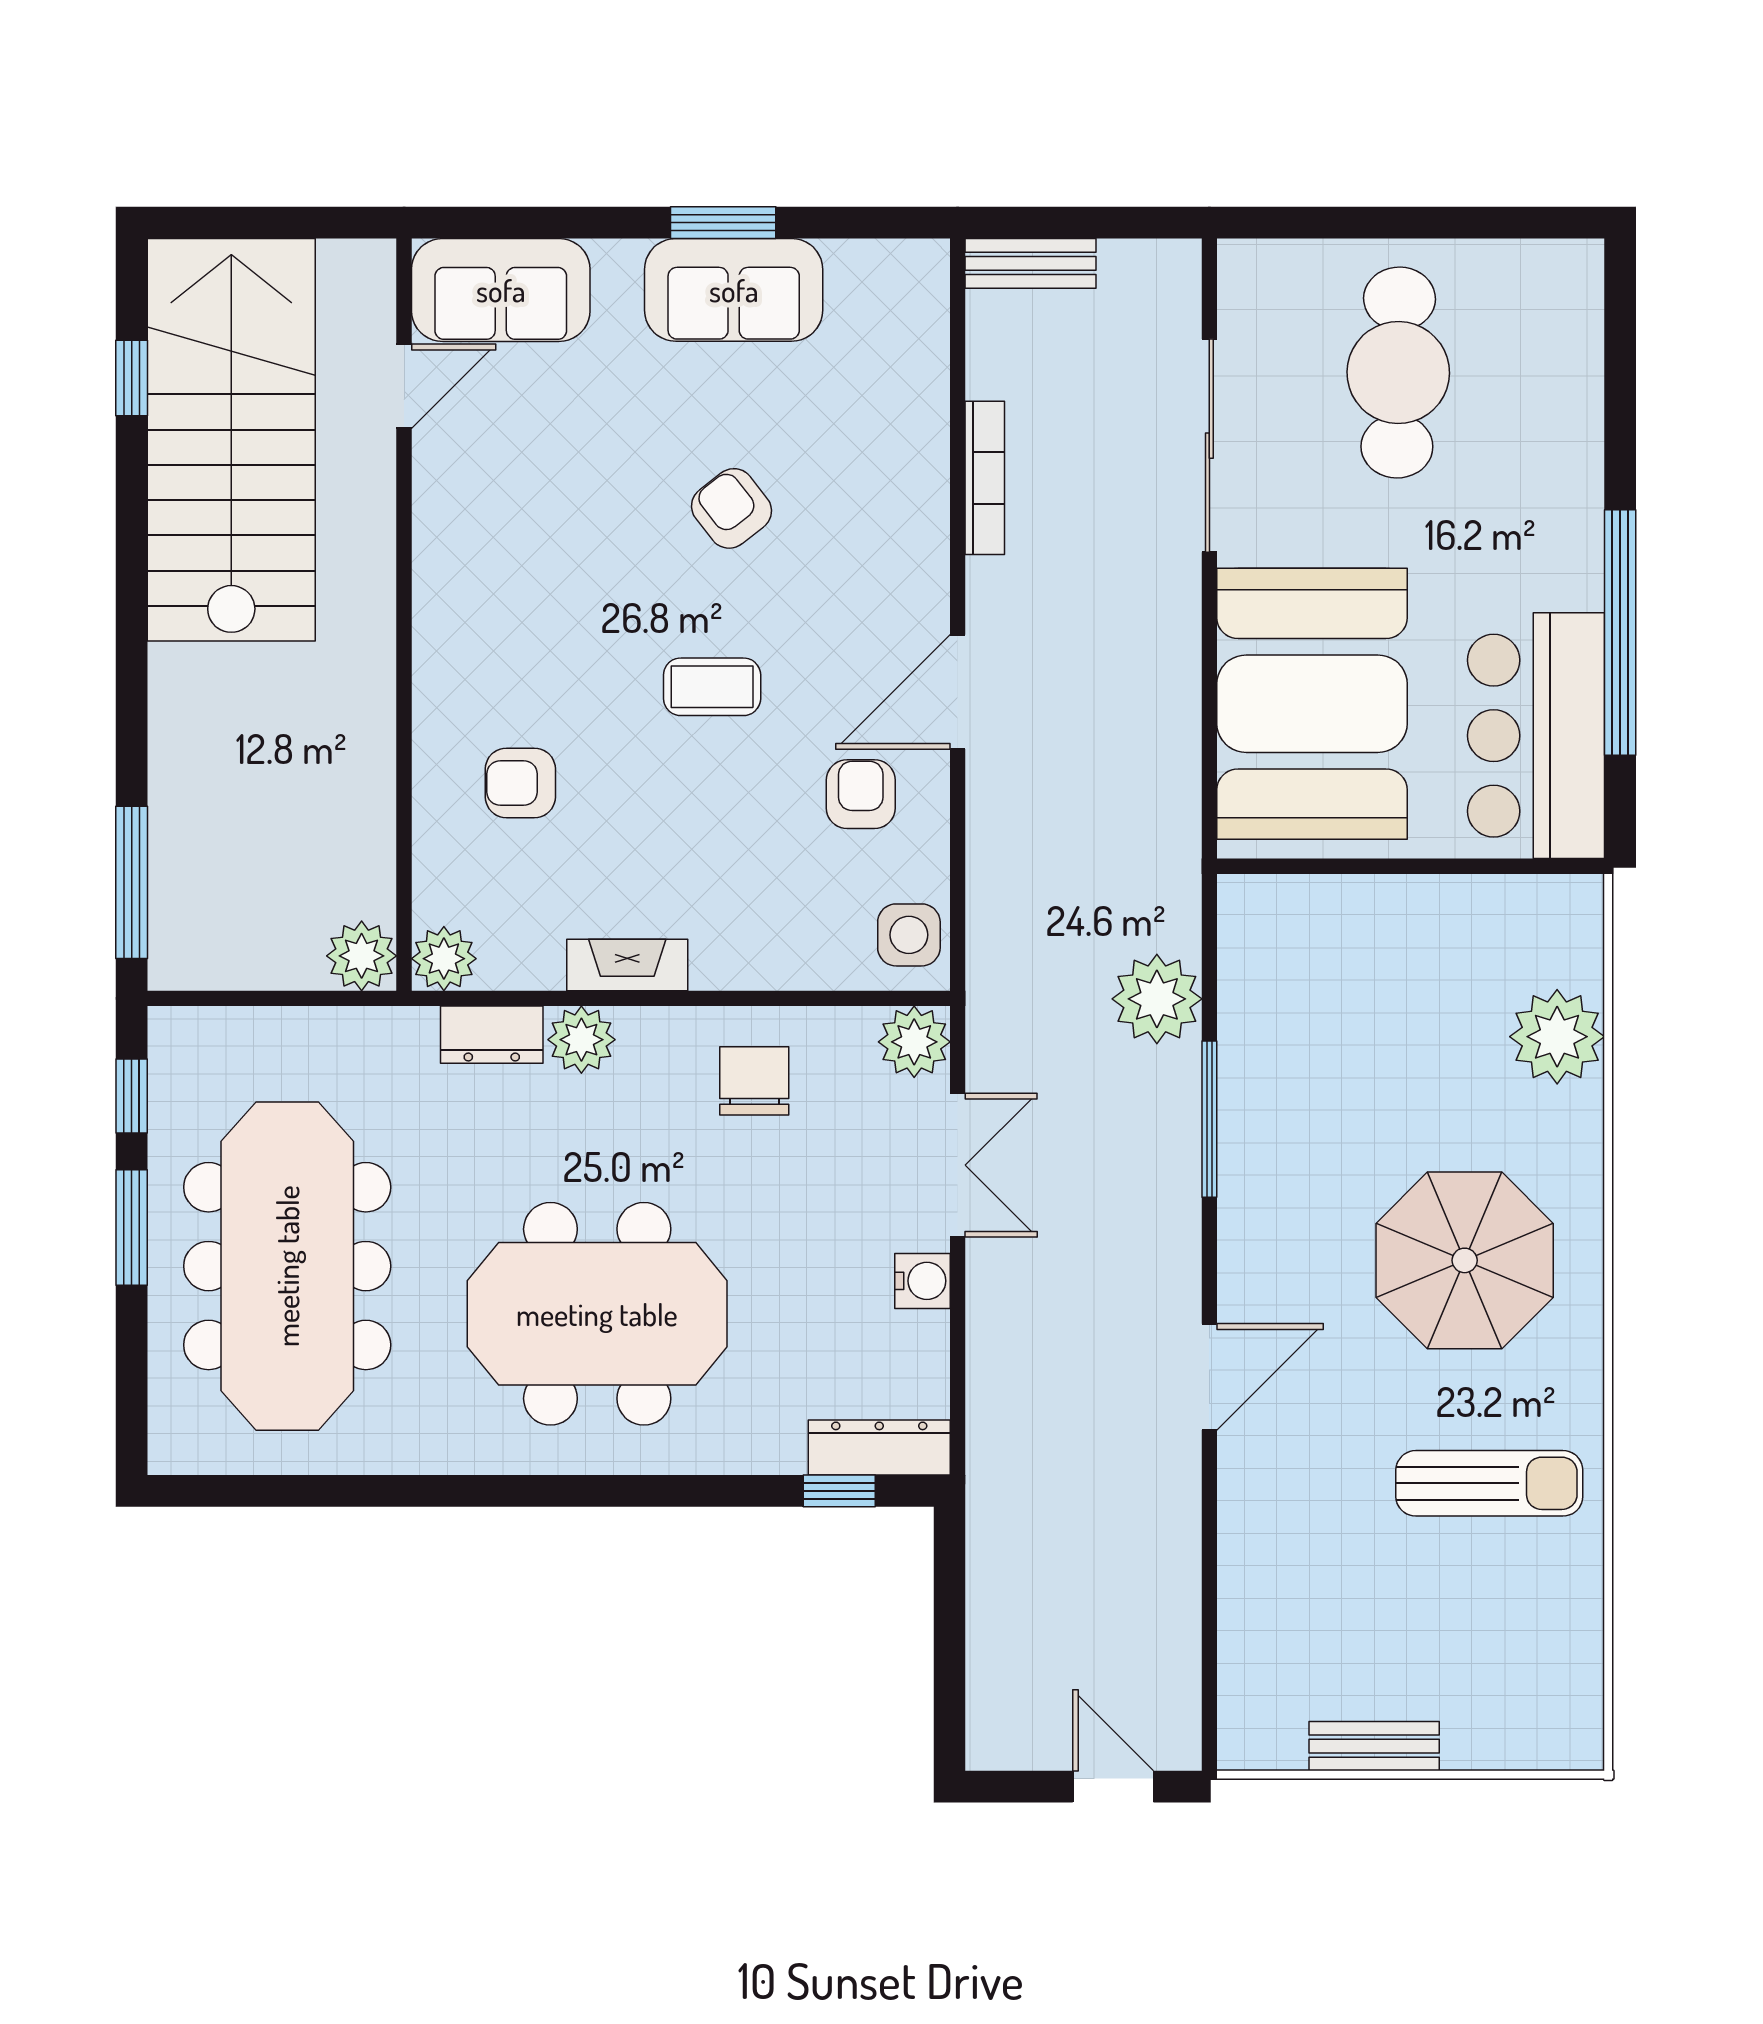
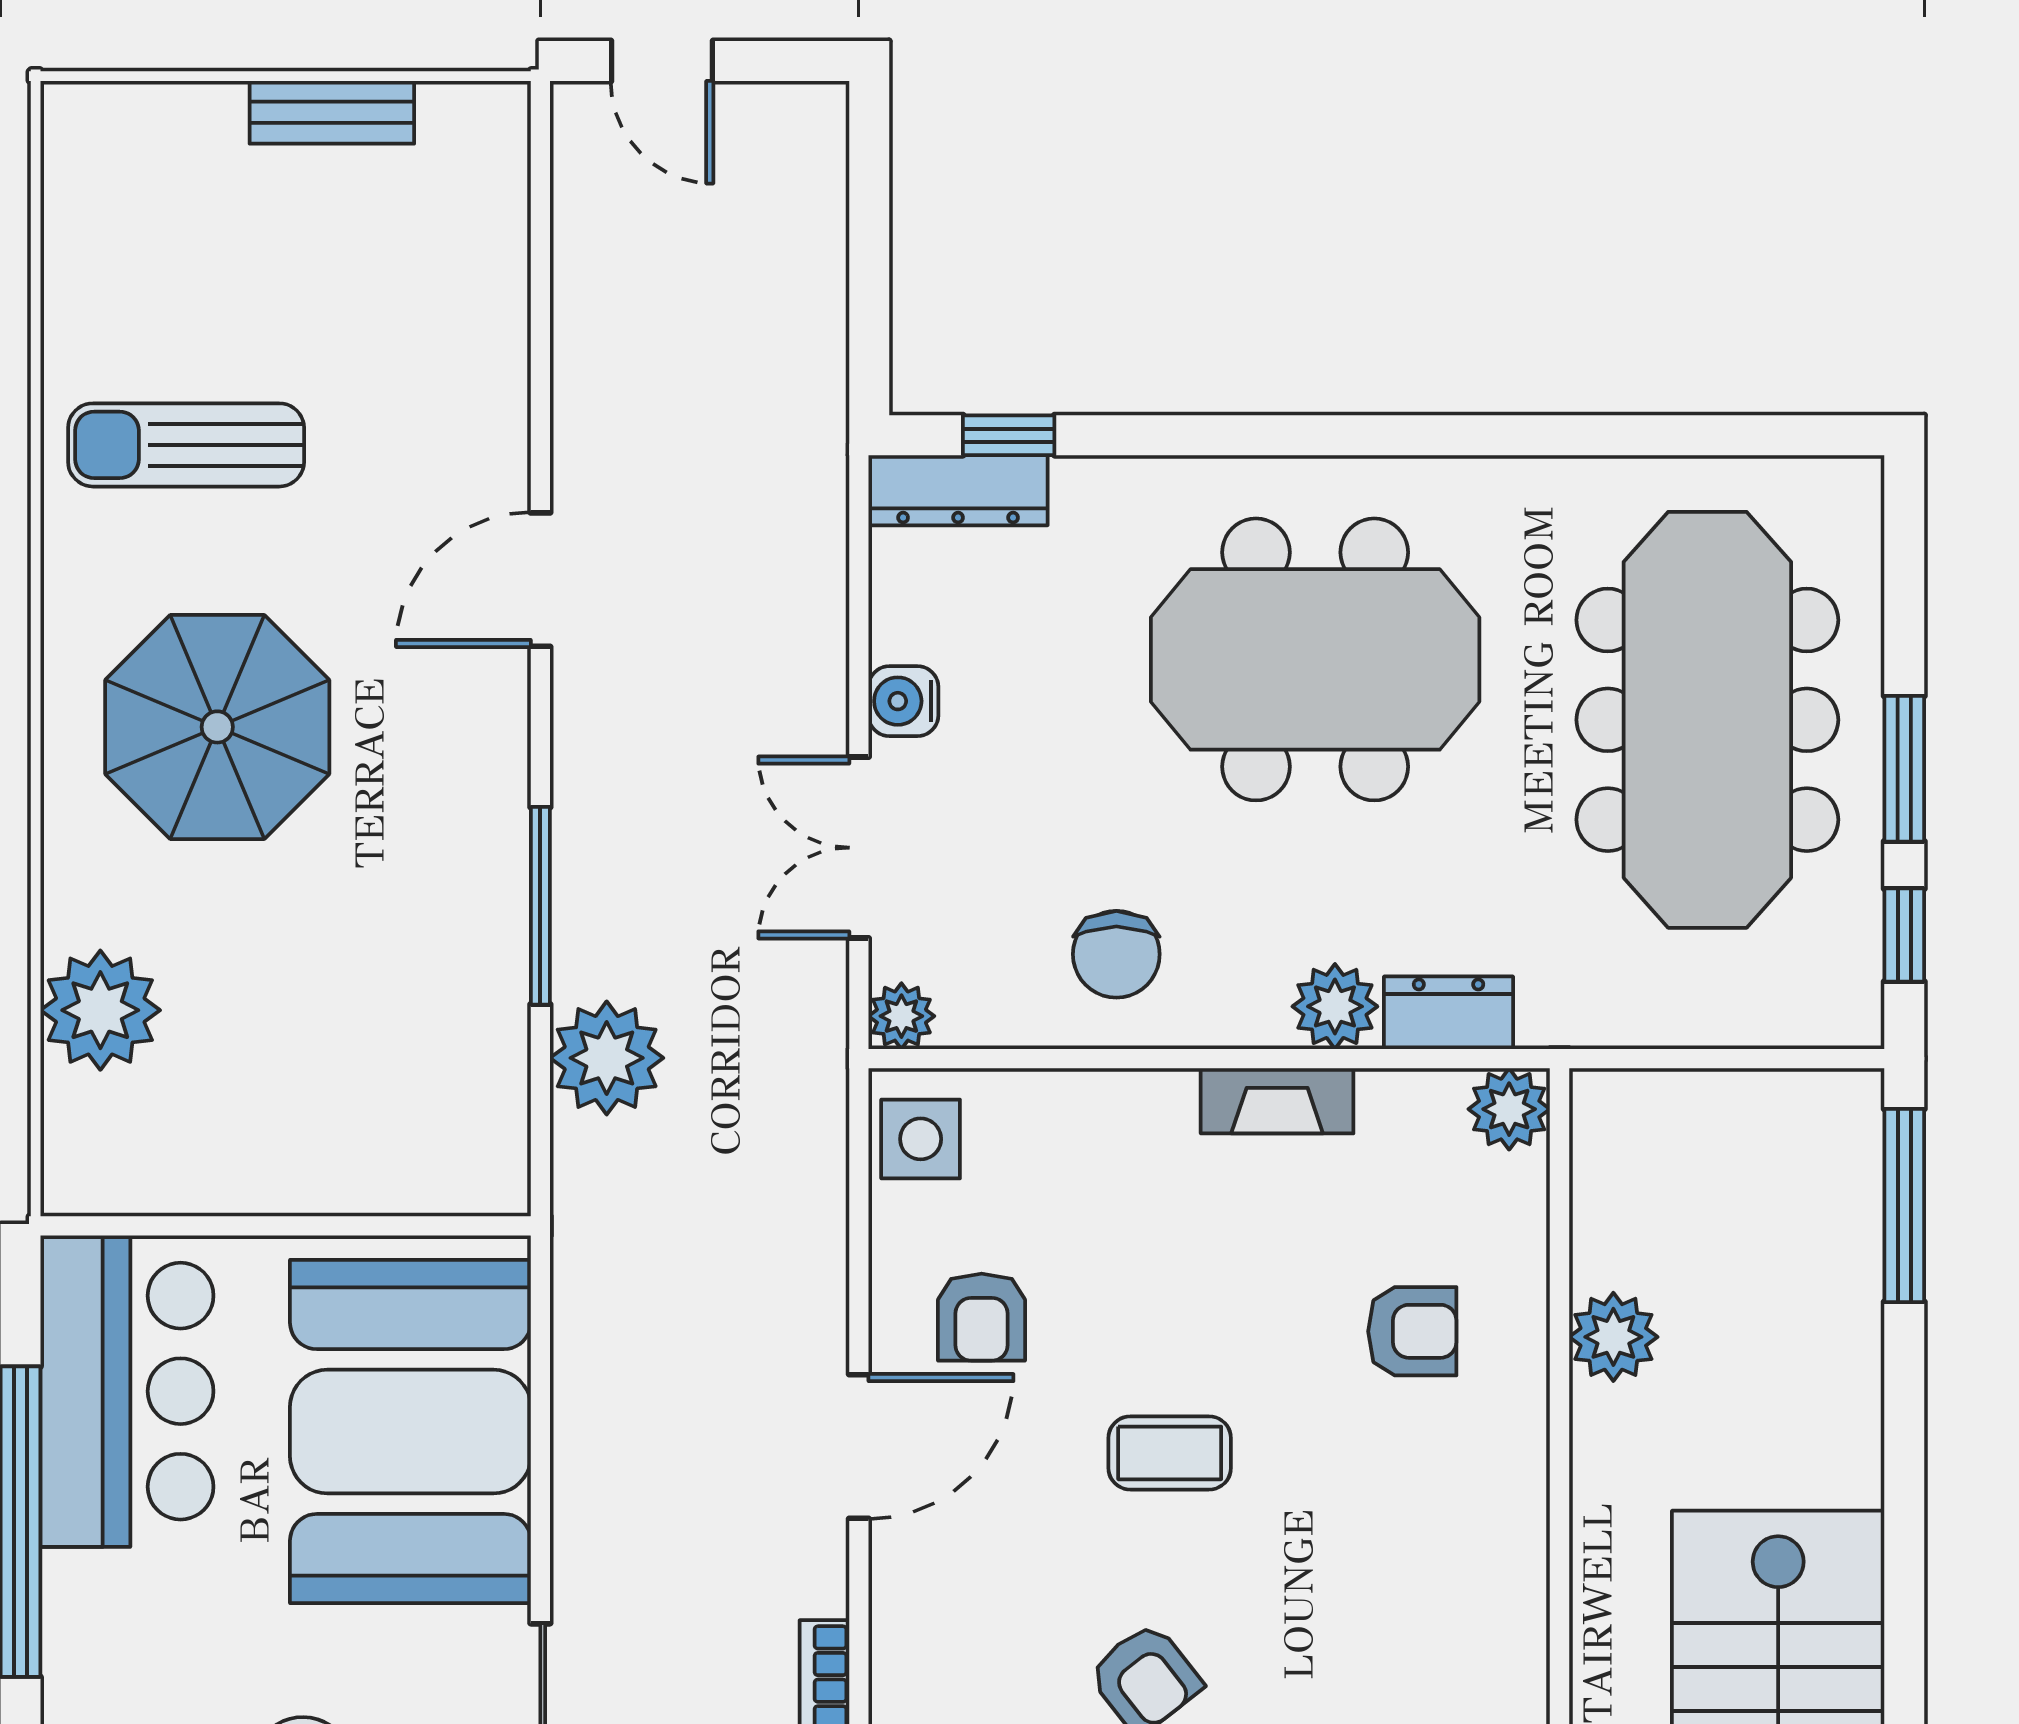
plant: (362, 956) -> (1613, 1337), moved
plant: (914, 1042) -> (901, 1016), width x0.73, depth x0.73

